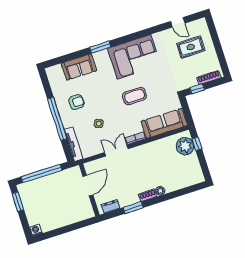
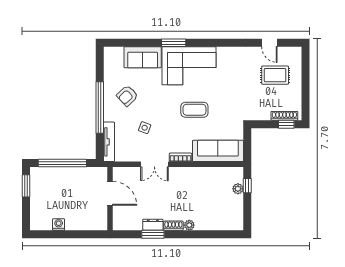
corner sofa: (134, 57) -> (189, 66), moved
window: (197, 89) -> (286, 124), moved
armchair: (76, 102) -> (127, 96), turned 137
plant: (185, 146) -> (238, 189), width x0.53, depth x0.53
double door: (116, 151) -> (154, 164), swing flipped
door: (88, 186) -> (110, 193), hinge flipped
dresser: (111, 206) -> (153, 225), moved
washing machine: (36, 230) -> (59, 224), moved

